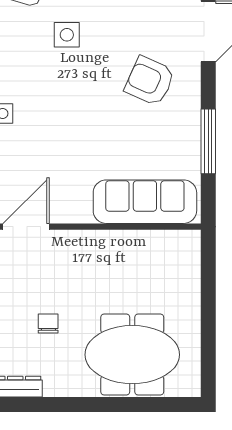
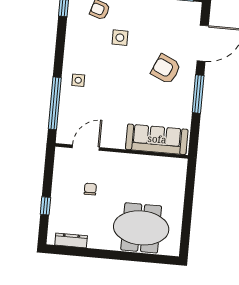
window: (208, 141) -> (198, 94), moved
chair: (48, 324) -> (90, 189), moved

